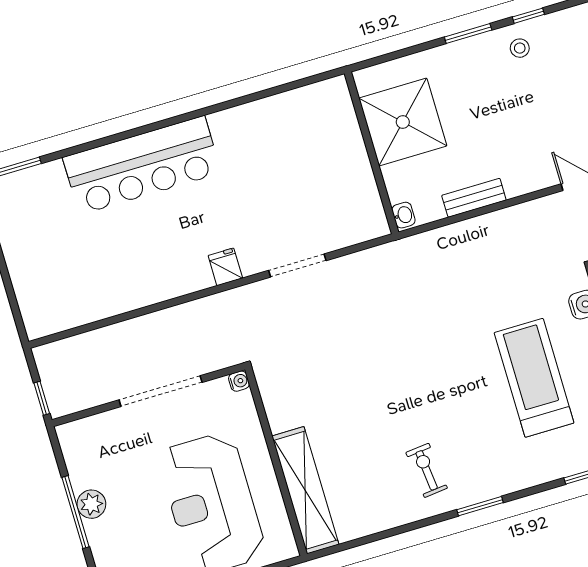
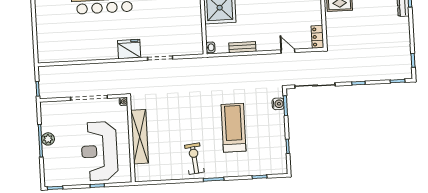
fridge: (225, 267) -> (129, 49), width x1.88, depth x1.34
treadmill: (534, 378) -> (233, 128), moved
exercise bike: (427, 470) -> (194, 159), width x1.38, depth x1.39
shelving: (305, 490) -> (140, 137), moved

